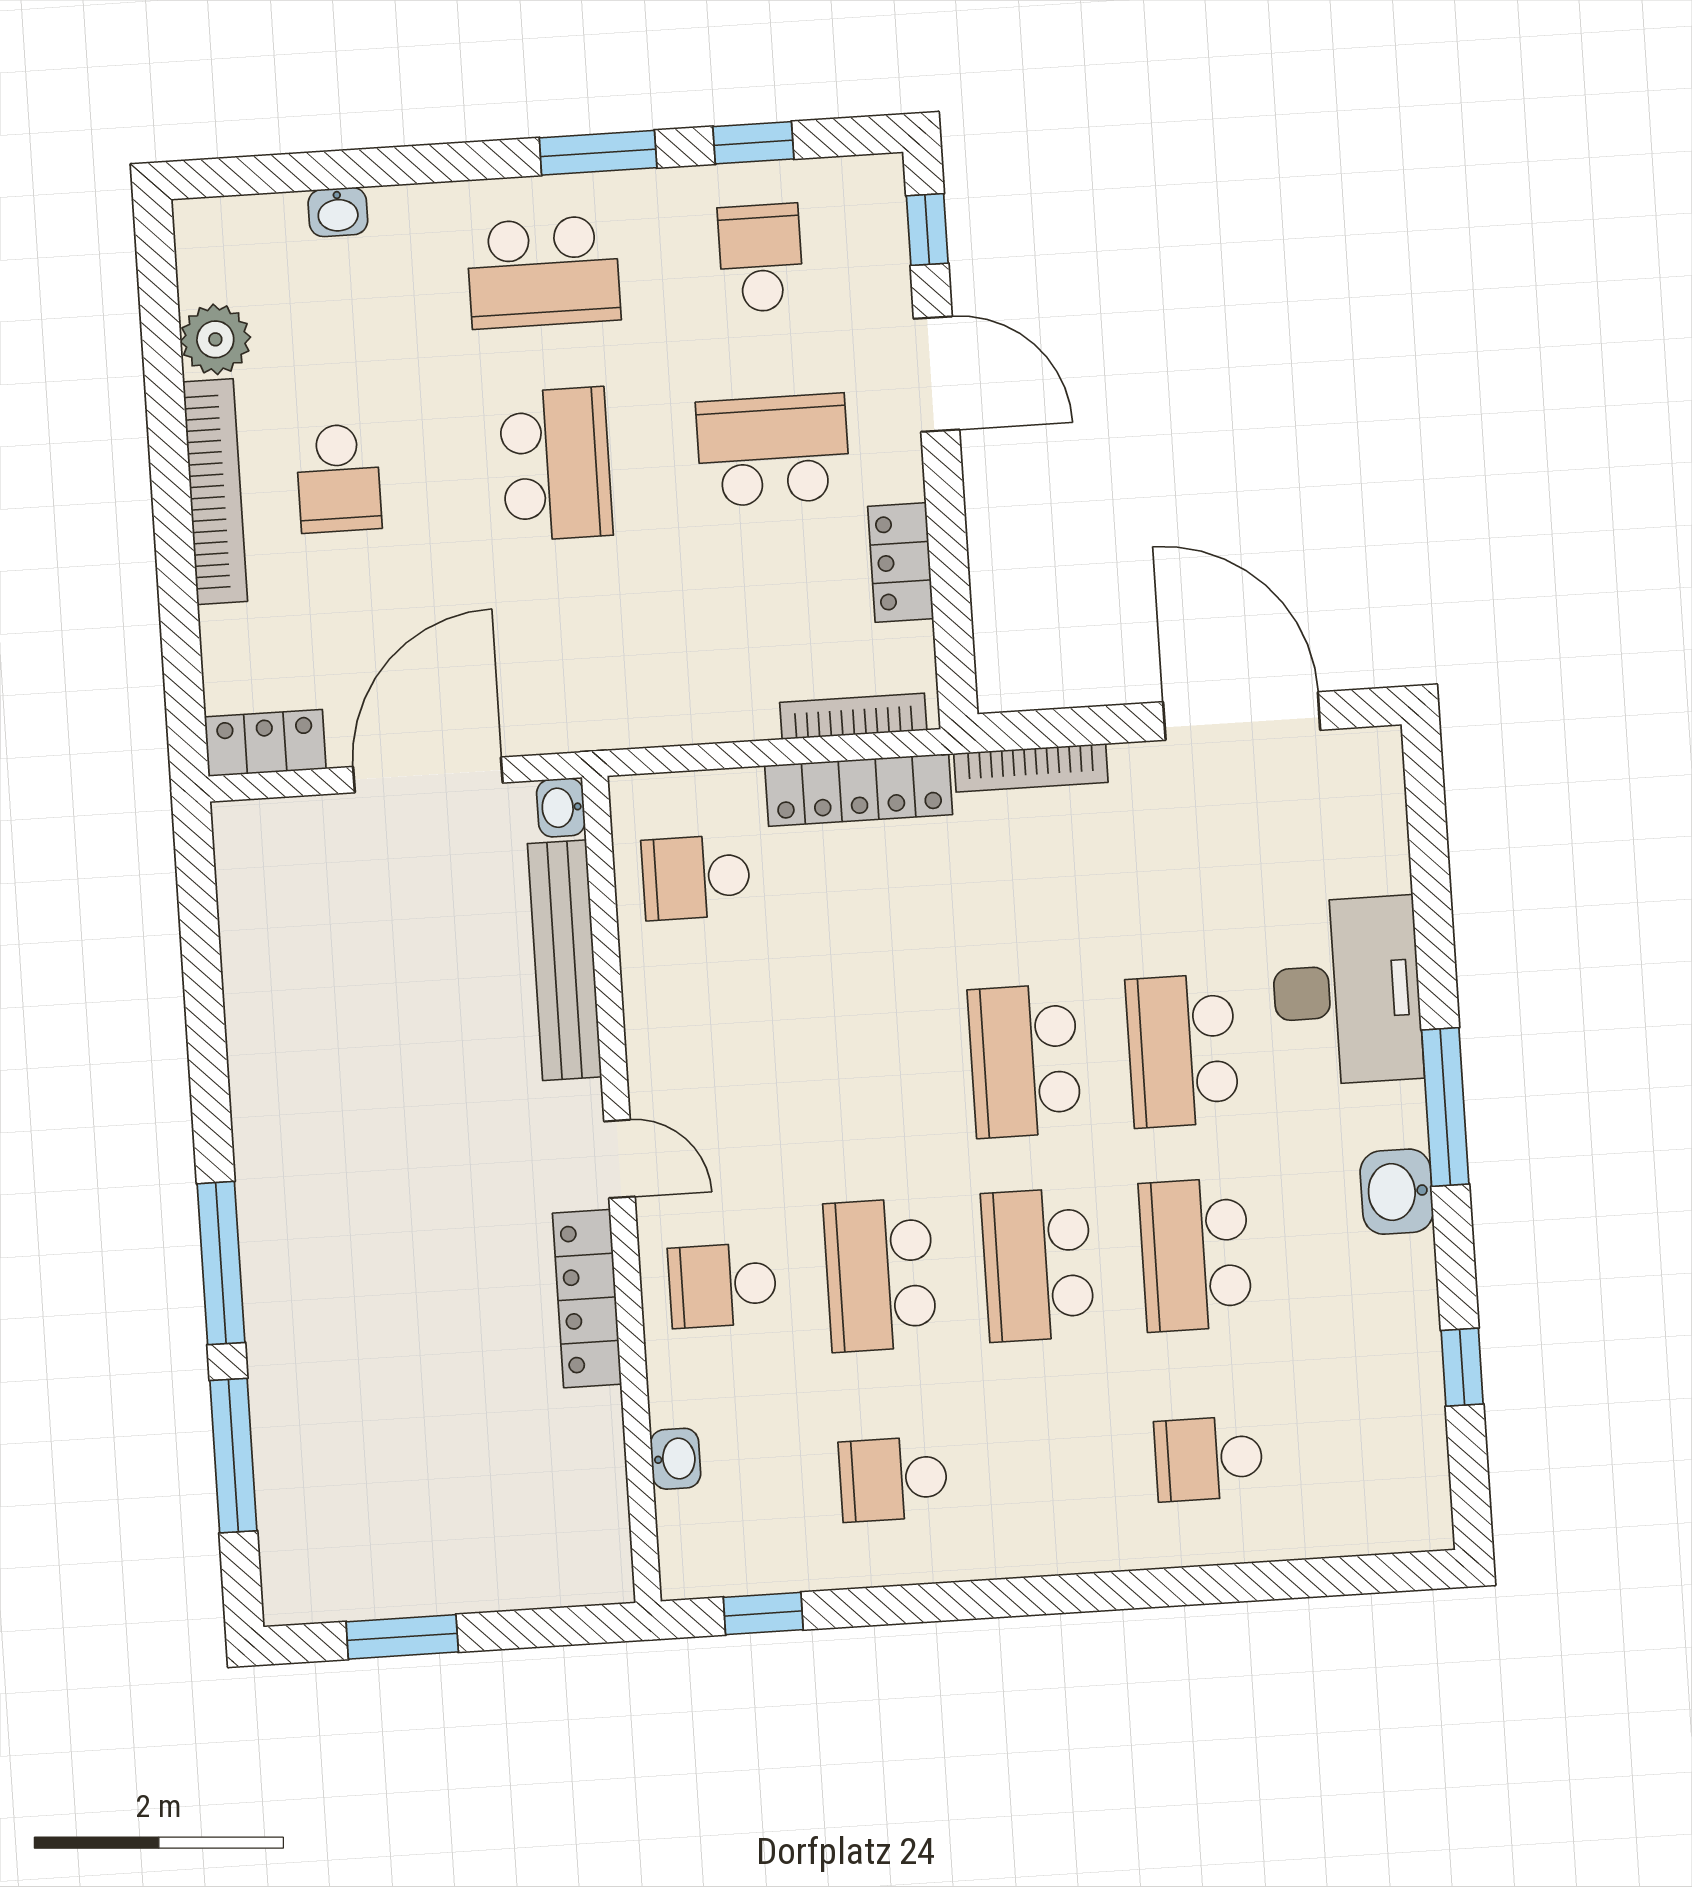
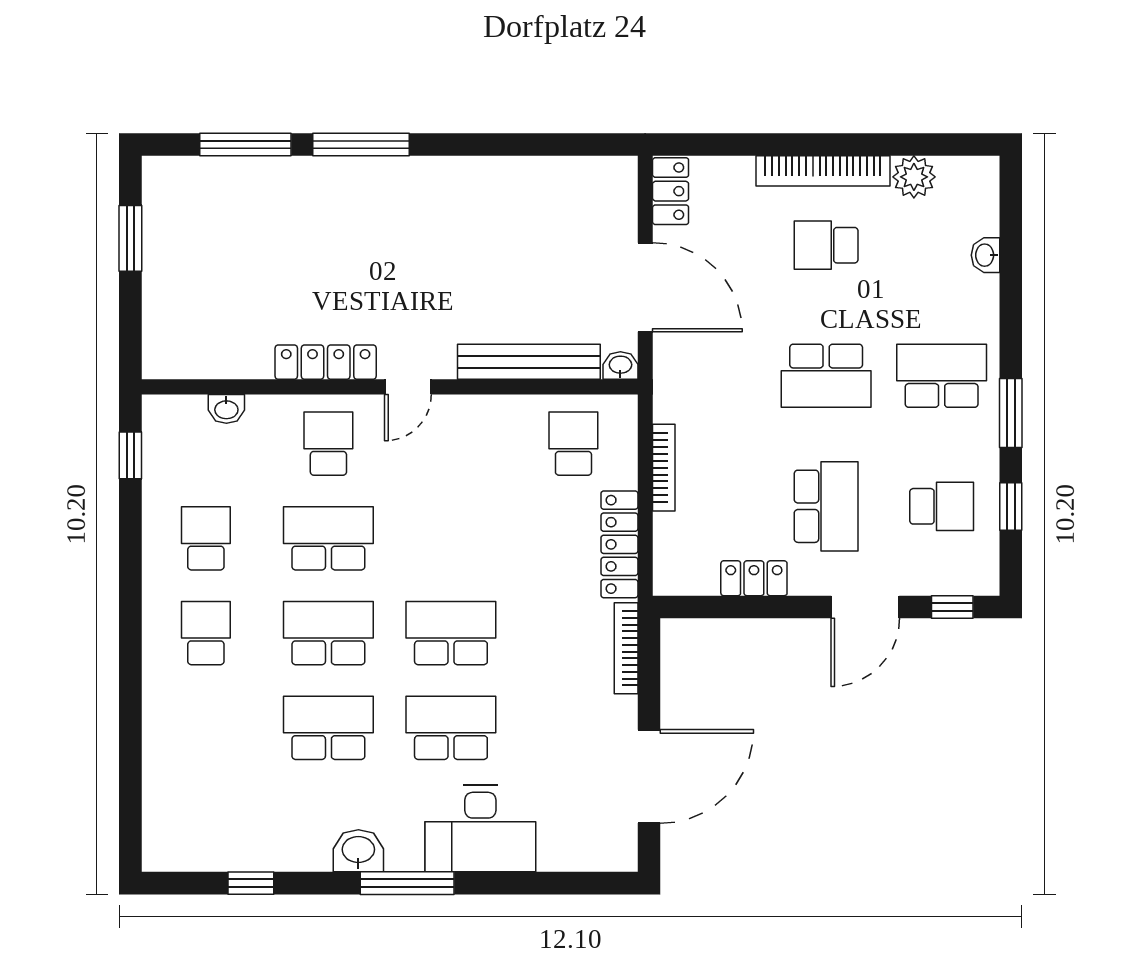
school desk: (543, 272) -> (942, 376), turned 90
bookcase: (853, 716) -> (664, 468), moved
school desk: (1209, 1459) -> (206, 633), moved

